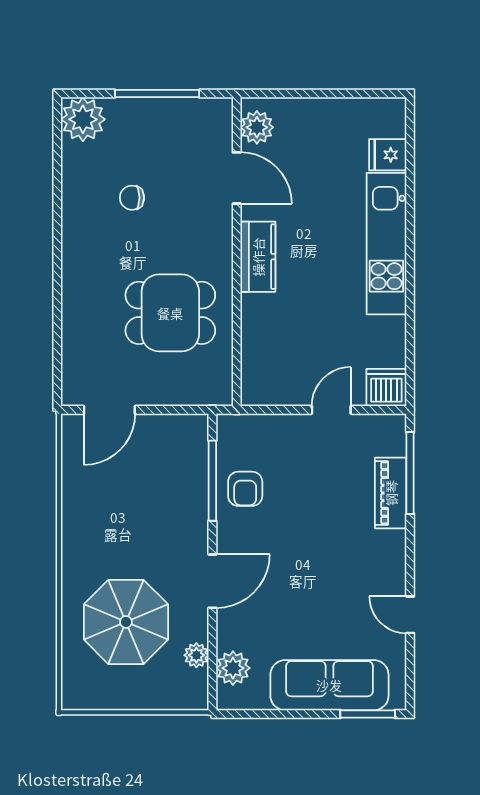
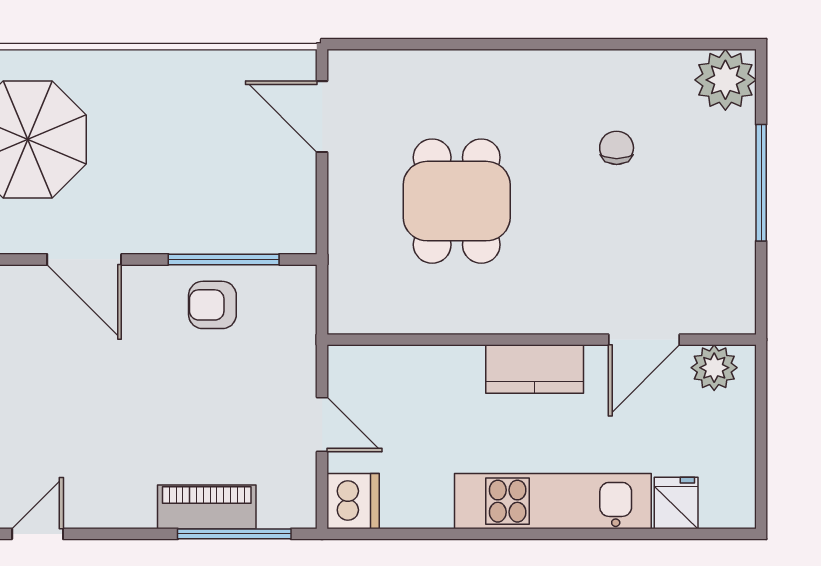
plant: (257, 127) -> (714, 368), moved
door: (237, 178) -> (644, 340), moved
wall: (237, 252) -> (542, 340), moved
kitchen counter: (258, 257) -> (535, 369), moved

